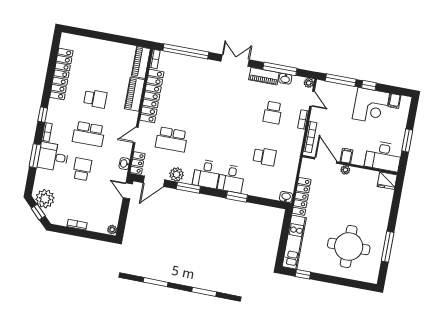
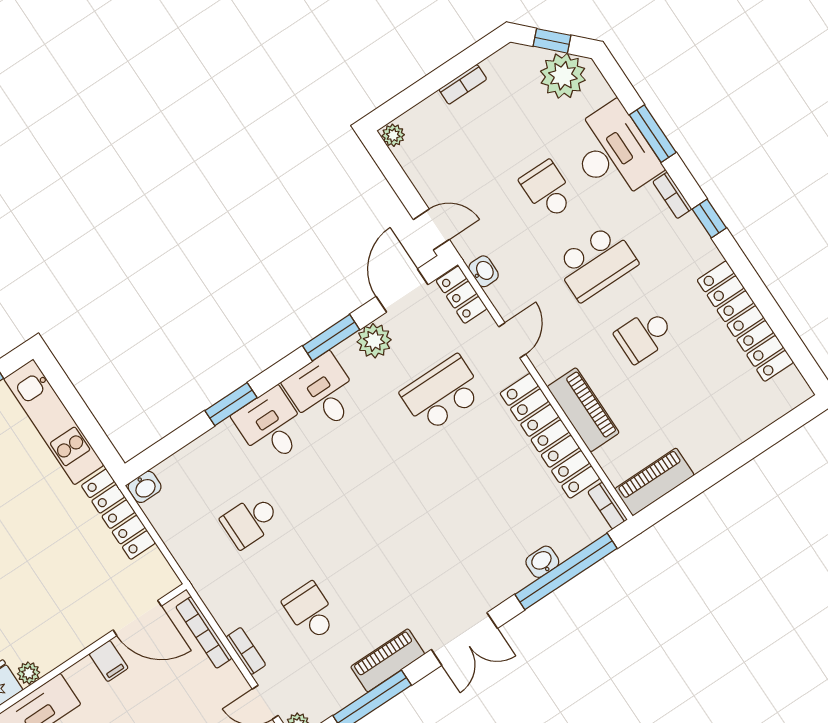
piano: (141, 62) -> (654, 482), moved, turned -90
washbasin: (285, 79) -> (542, 562), moved
school desk: (89, 134) -> (596, 263), turned 180
desk: (53, 157) -> (613, 152), width x1.37
school desk: (82, 169) -> (548, 190), turned 180
plant: (345, 170) -> (29, 673), moved

